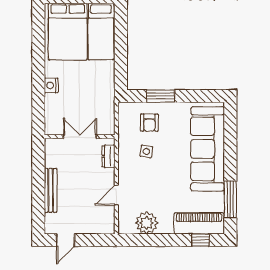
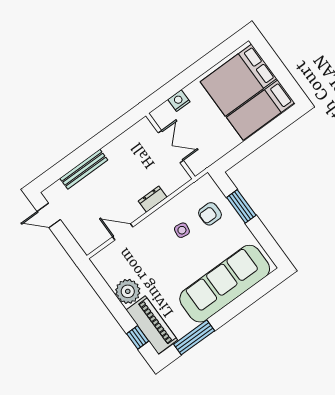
double door: (80, 137) -> (171, 147), moved
wall: (80, 137) -> (170, 146), moved
plant: (147, 223) -> (128, 291), moved

